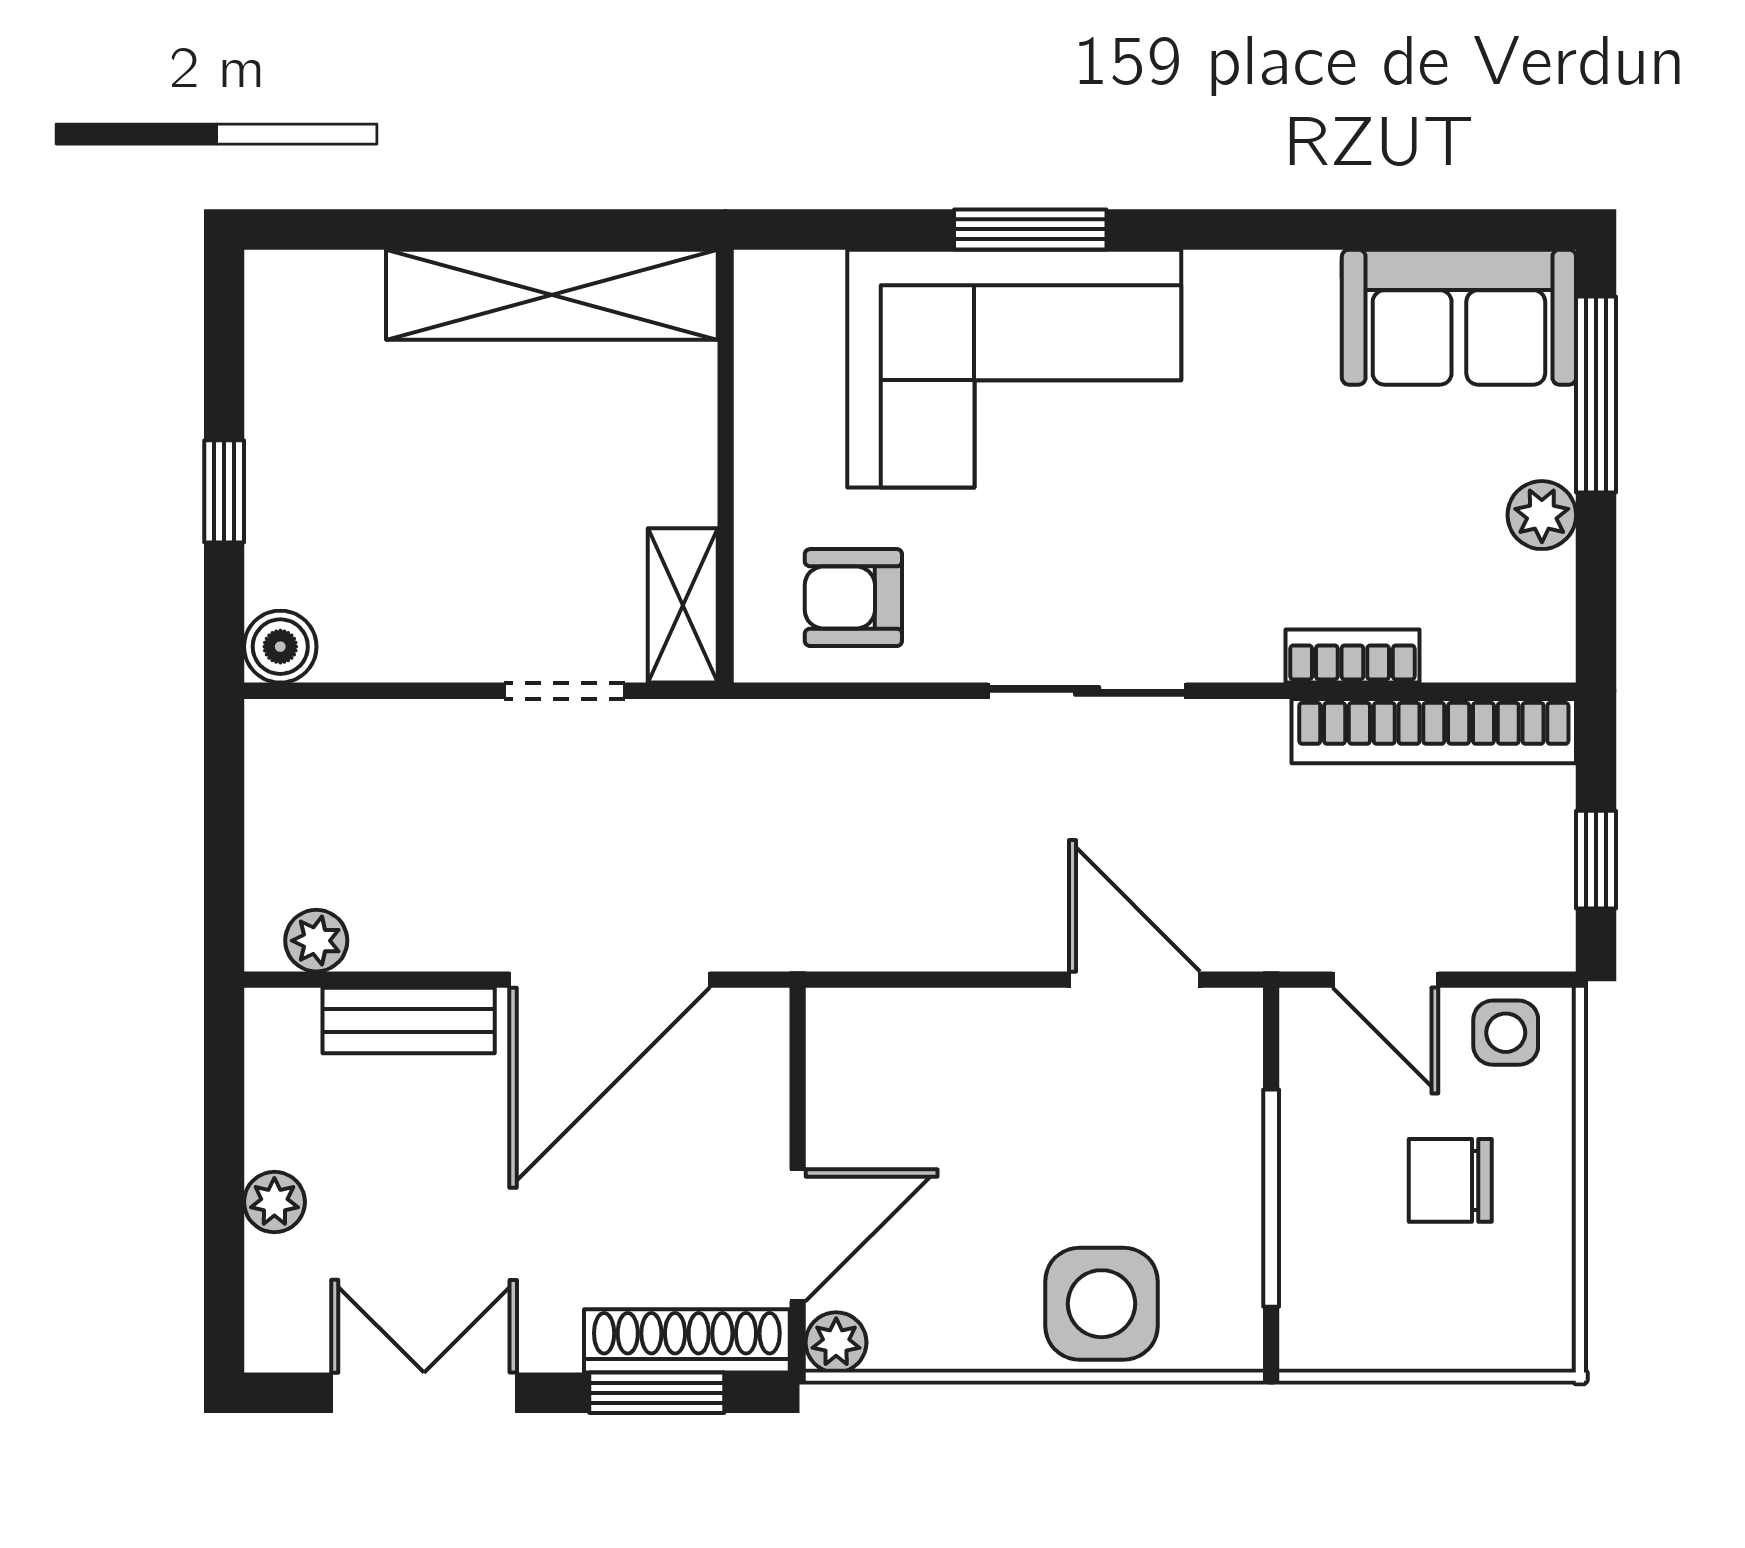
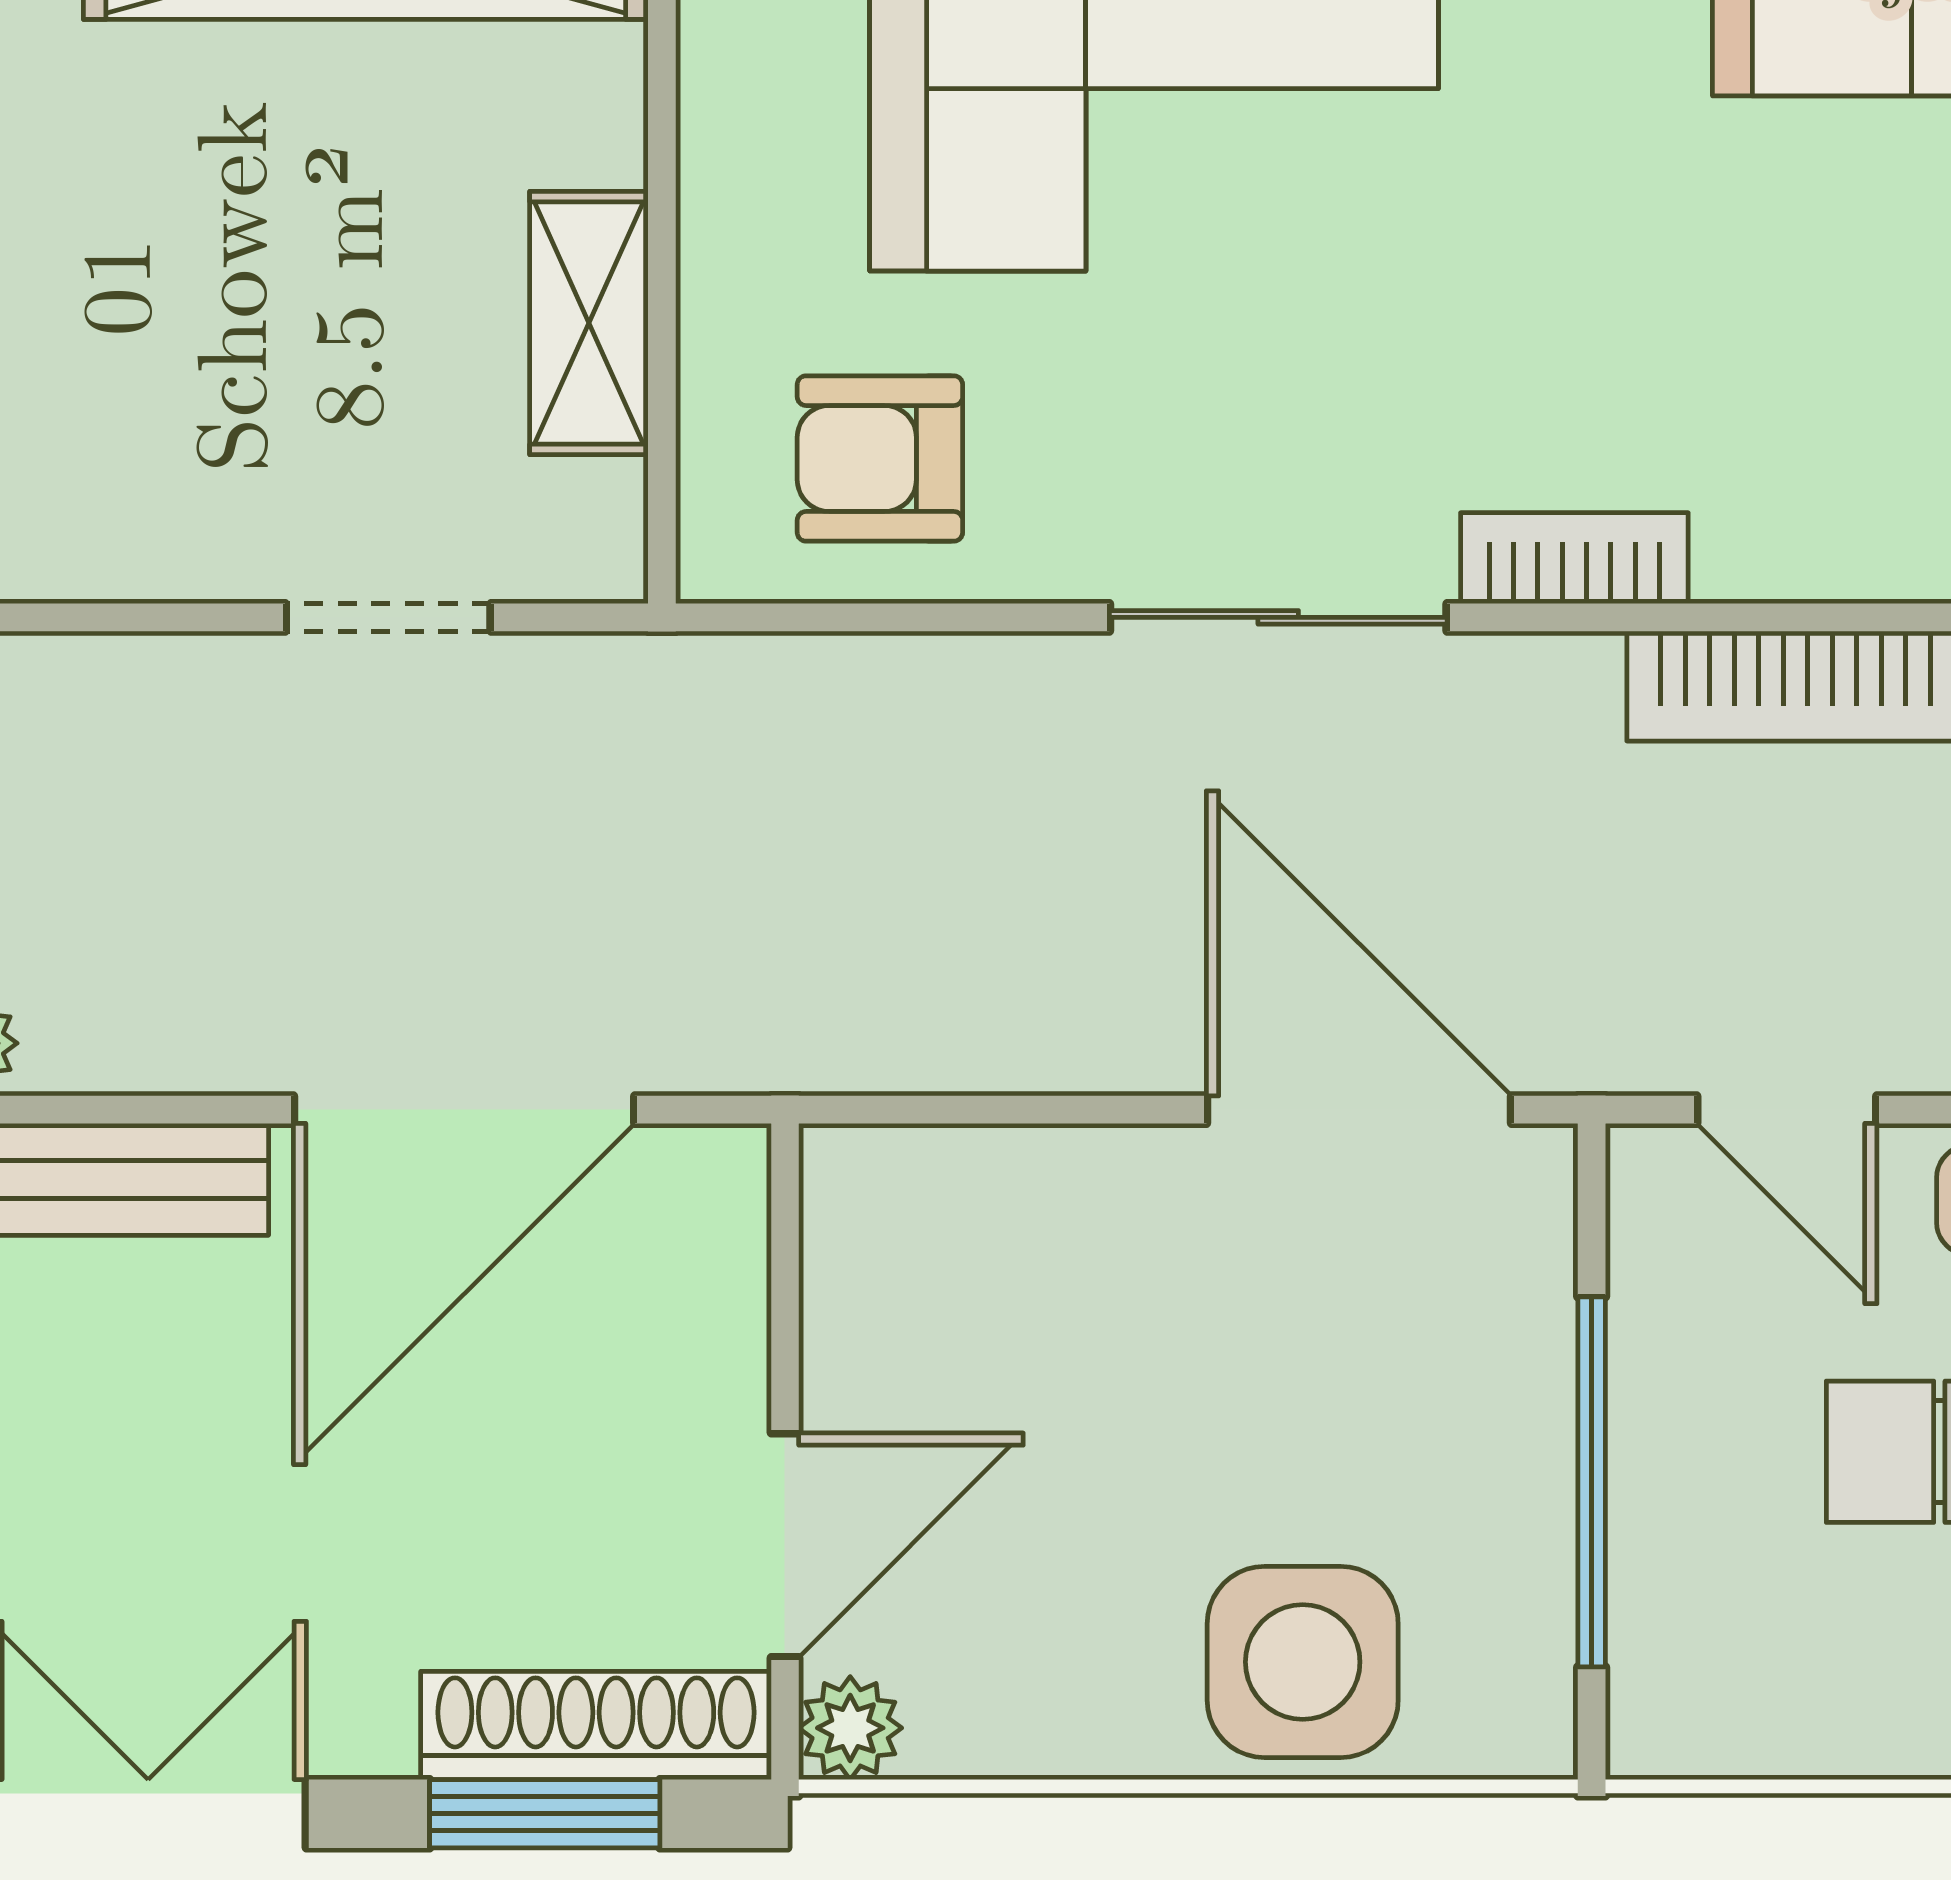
shelving: (683, 605) -> (589, 323), moved
bookcase: (1352, 656) -> (1574, 558), moved
door: (1135, 980) -> (1359, 1110), width x1.36

